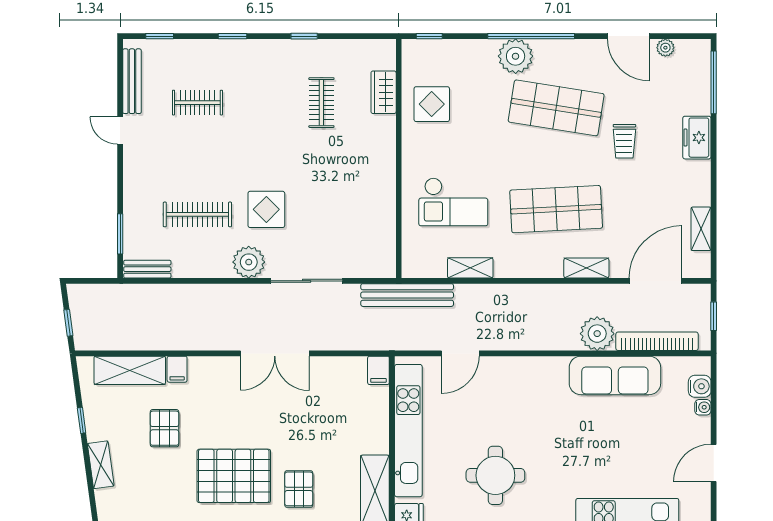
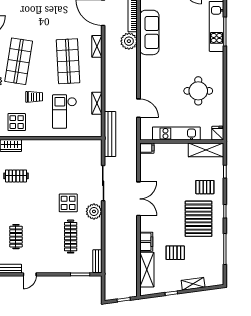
trolley: (624, 141) -> (34, 97), moved
checkout: (453, 202) -> (65, 111), turned 180
filing cabinet: (177, 369) -> (146, 242), width x2.00
kitchen unit: (408, 431) -> (176, 133), width x0.73

